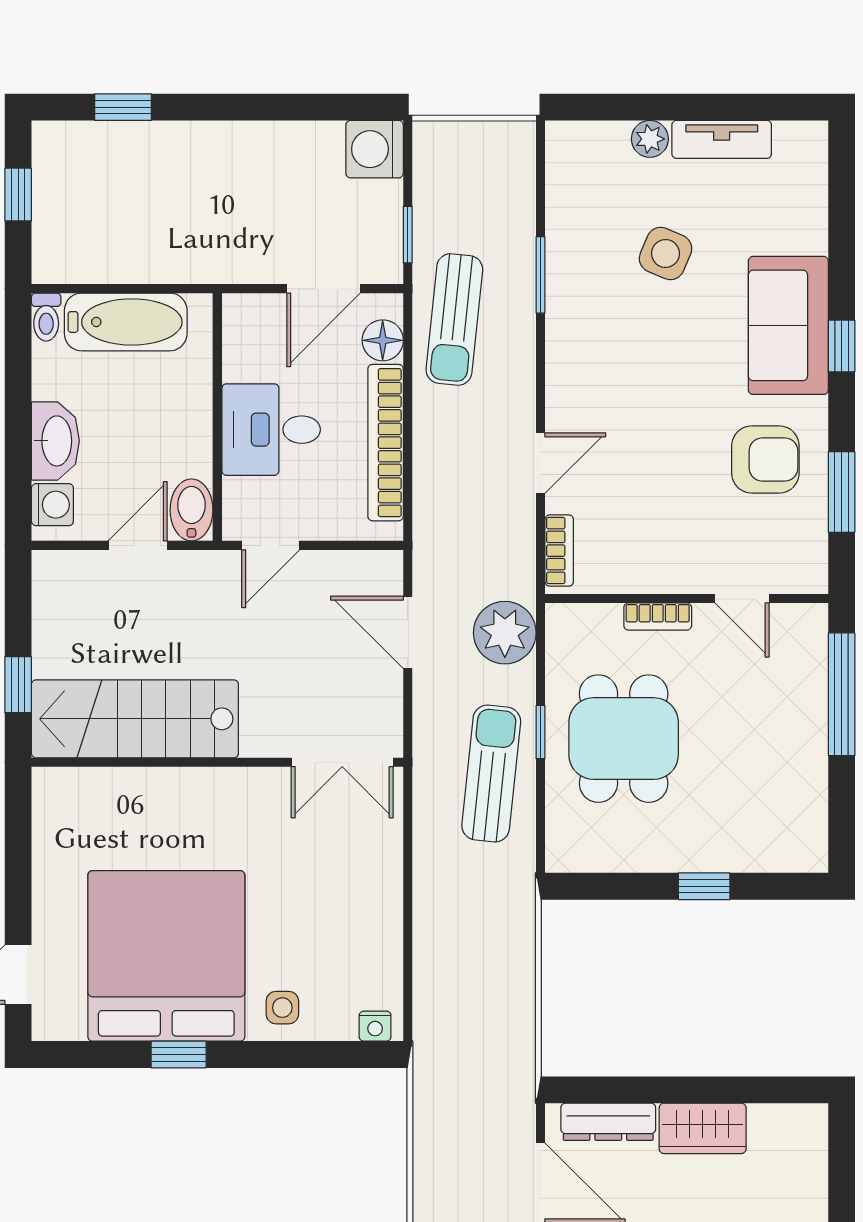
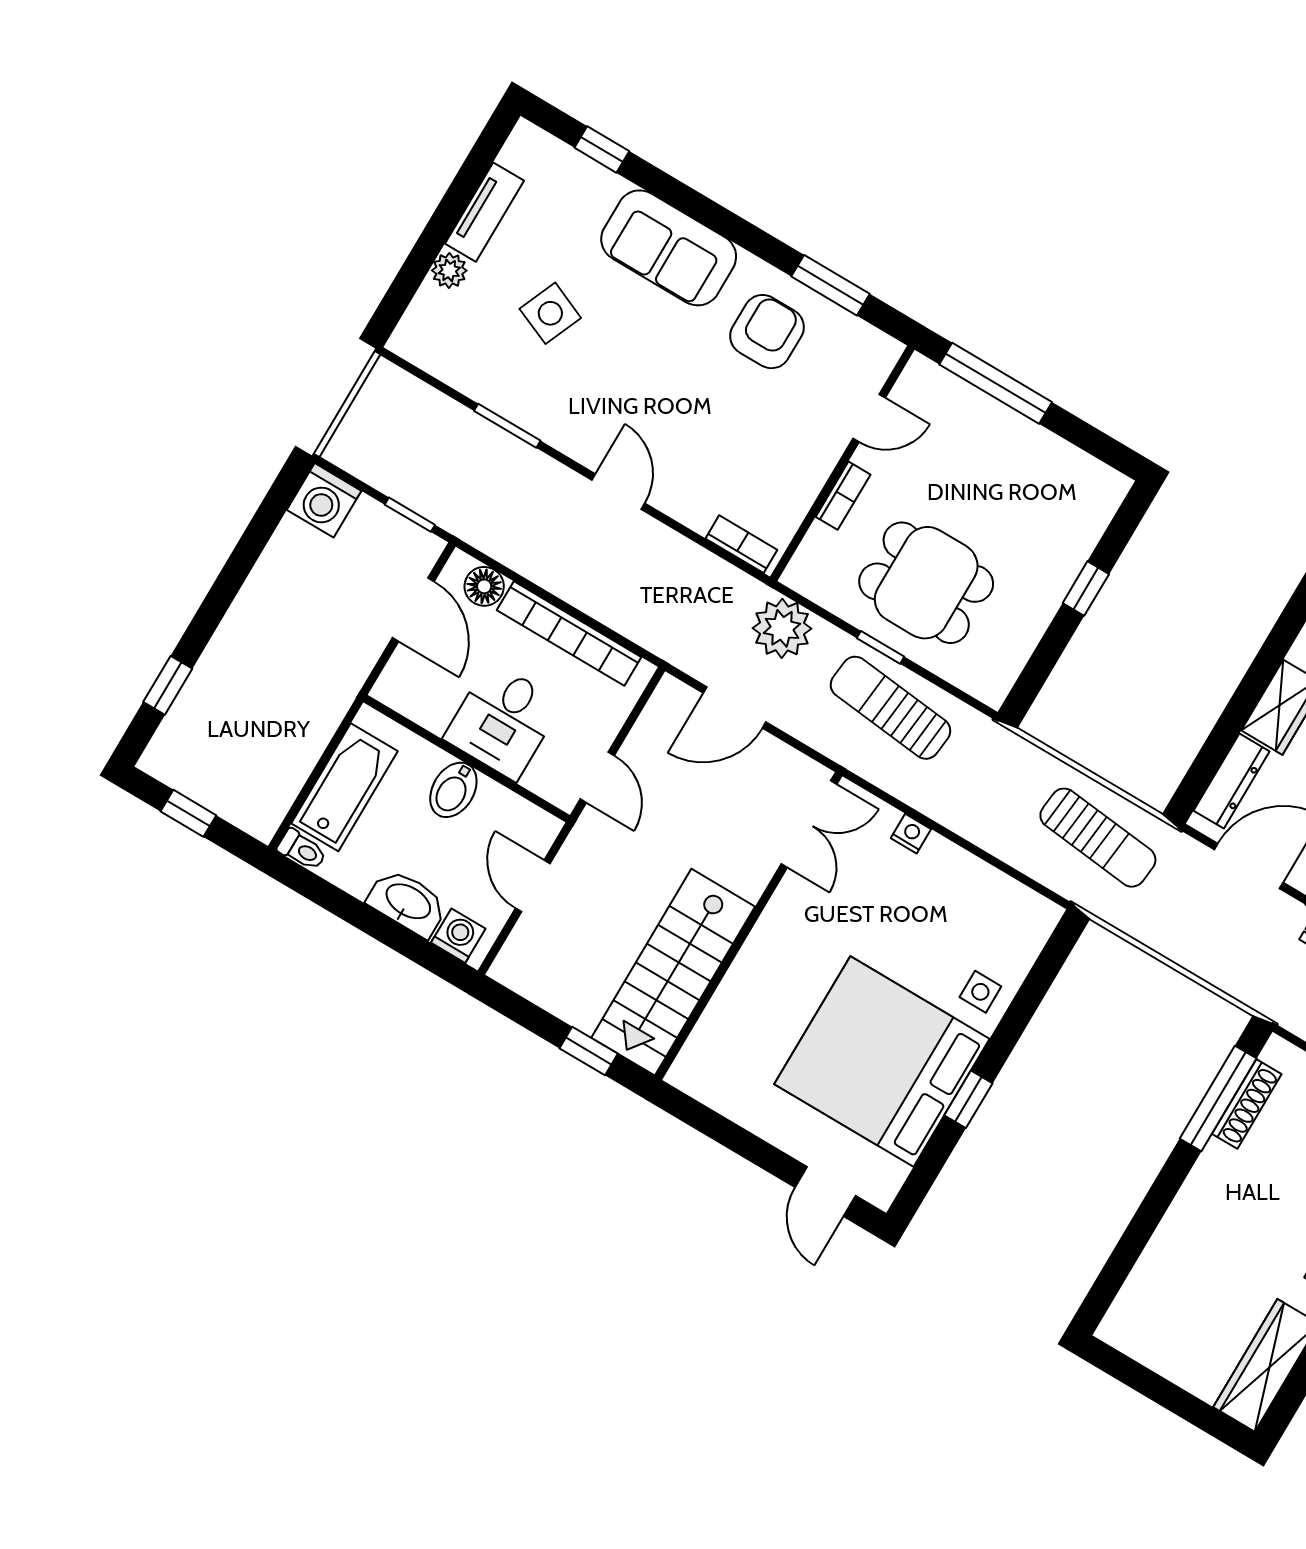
sun lounger: (454, 319) -> (1098, 838), moved
window: (842, 346) -> (602, 149), moved
door: (541, 463) -> (618, 492), moved
bidet: (191, 510) -> (453, 790), moved, turned -90
nightstand: (375, 1026) -> (911, 834), moved, turned -90

